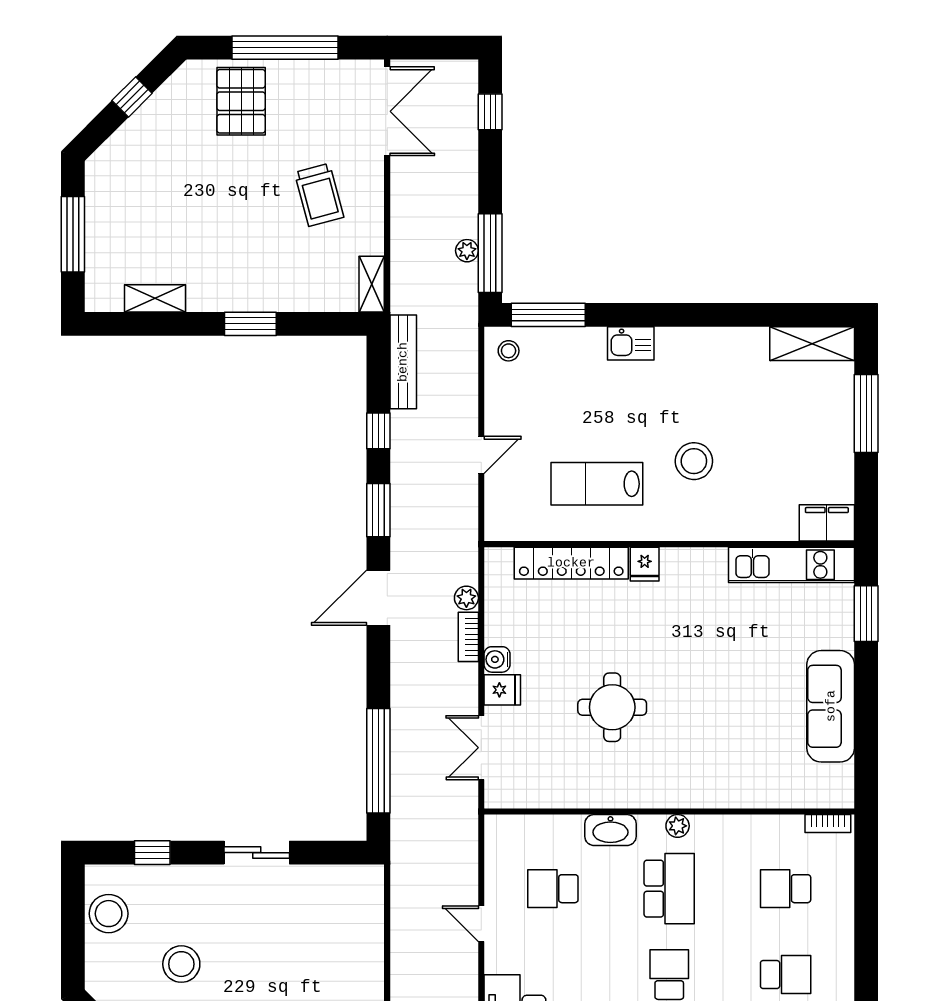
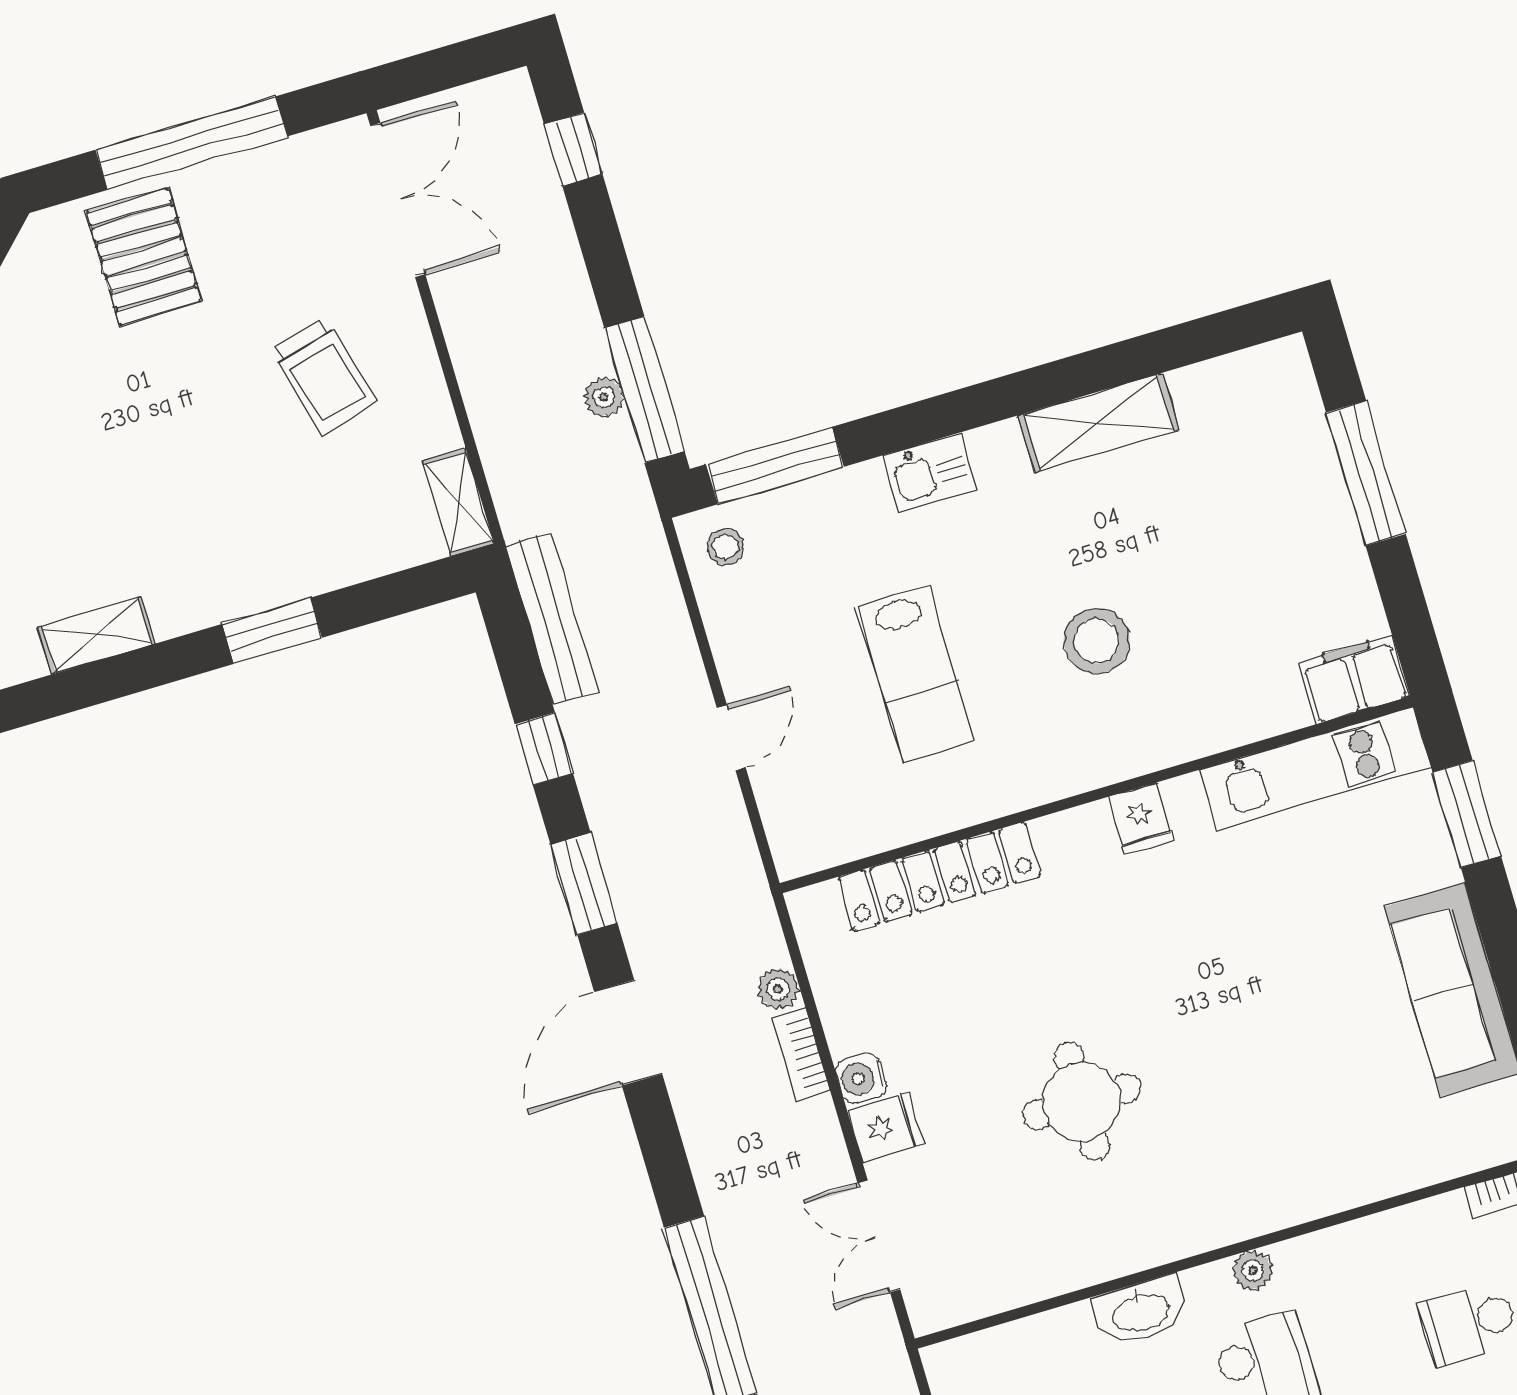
shelving: (812, 344) -> (1099, 423), moved
lab bench: (597, 484) -> (916, 674), moved, turned -90
fridge: (645, 564) -> (1141, 819), moved

